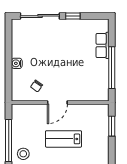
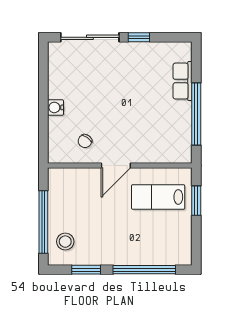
lab bench: (64, 139) -> (158, 197), moved

